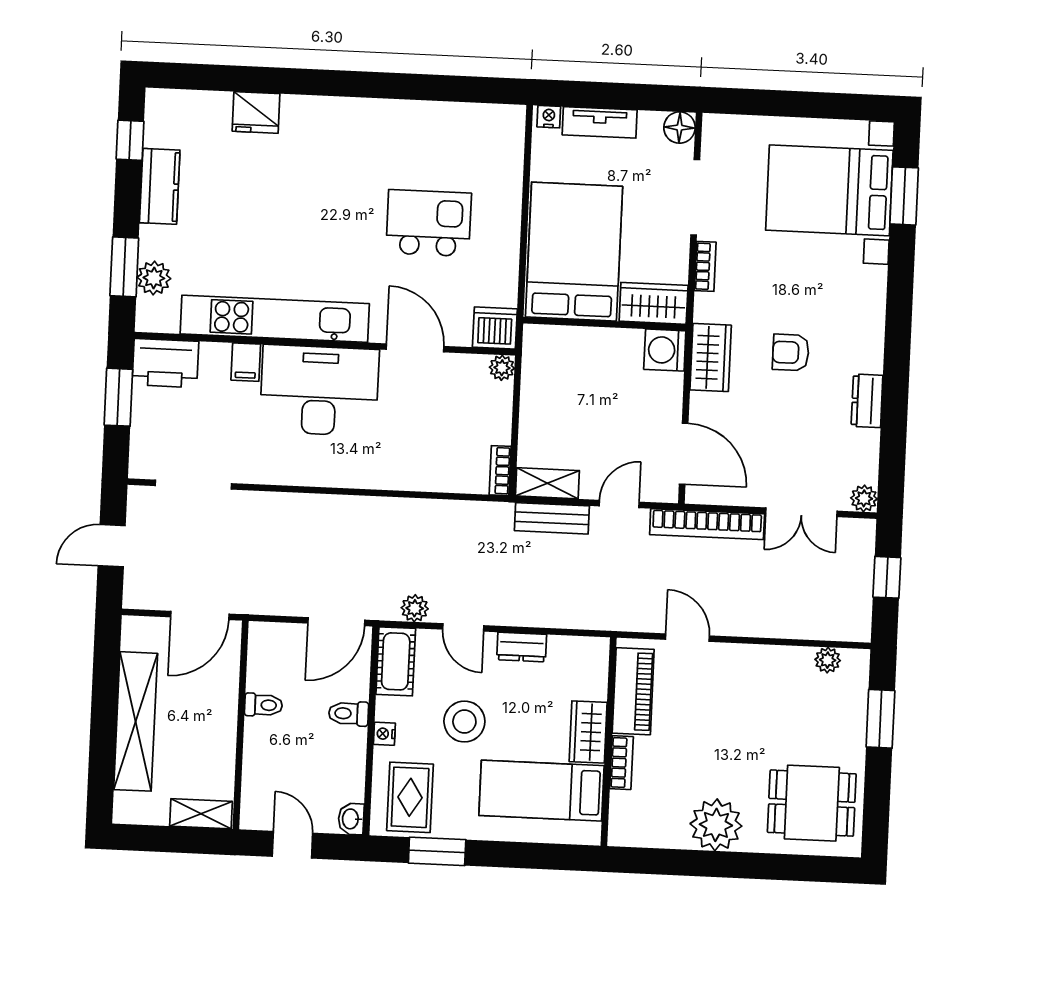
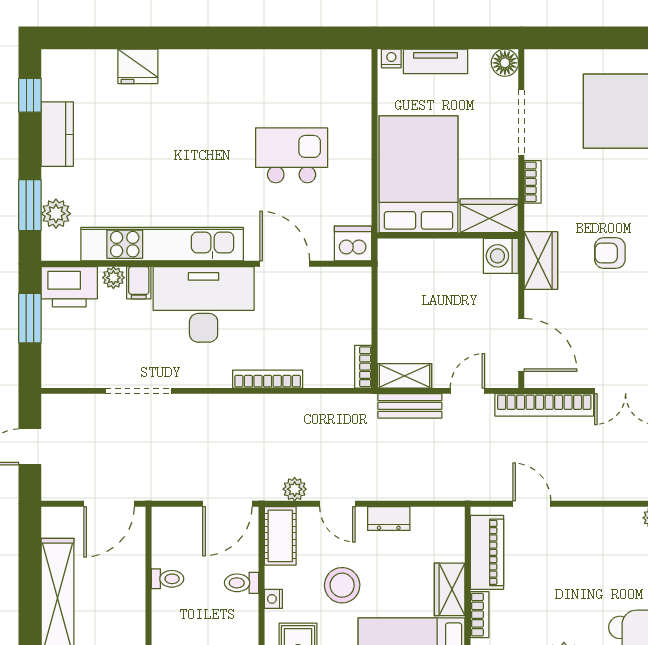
plant: (502, 368) -> (113, 278), moved
bookcase: (389, 480) -> (268, 379), added
doorway: (193, 485) -> (139, 391), moved

